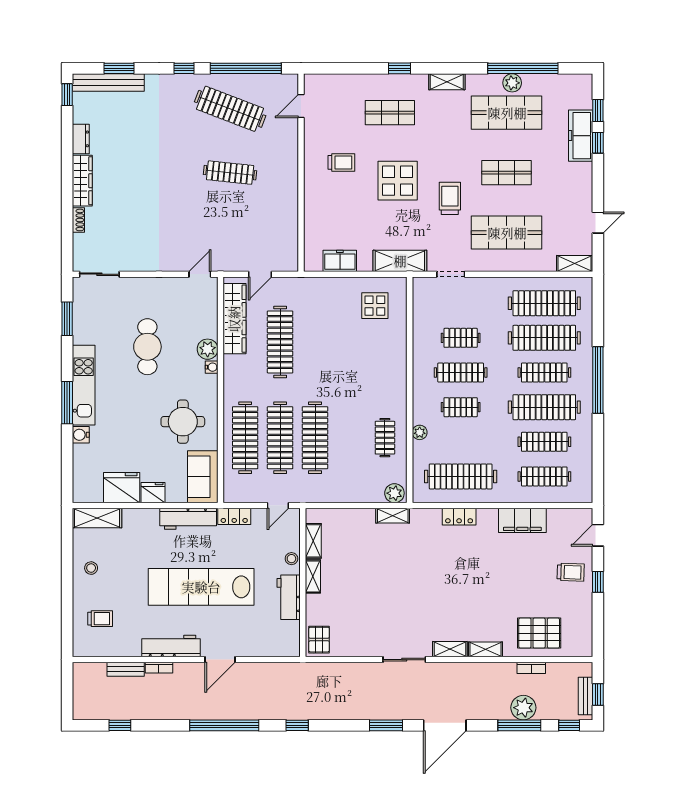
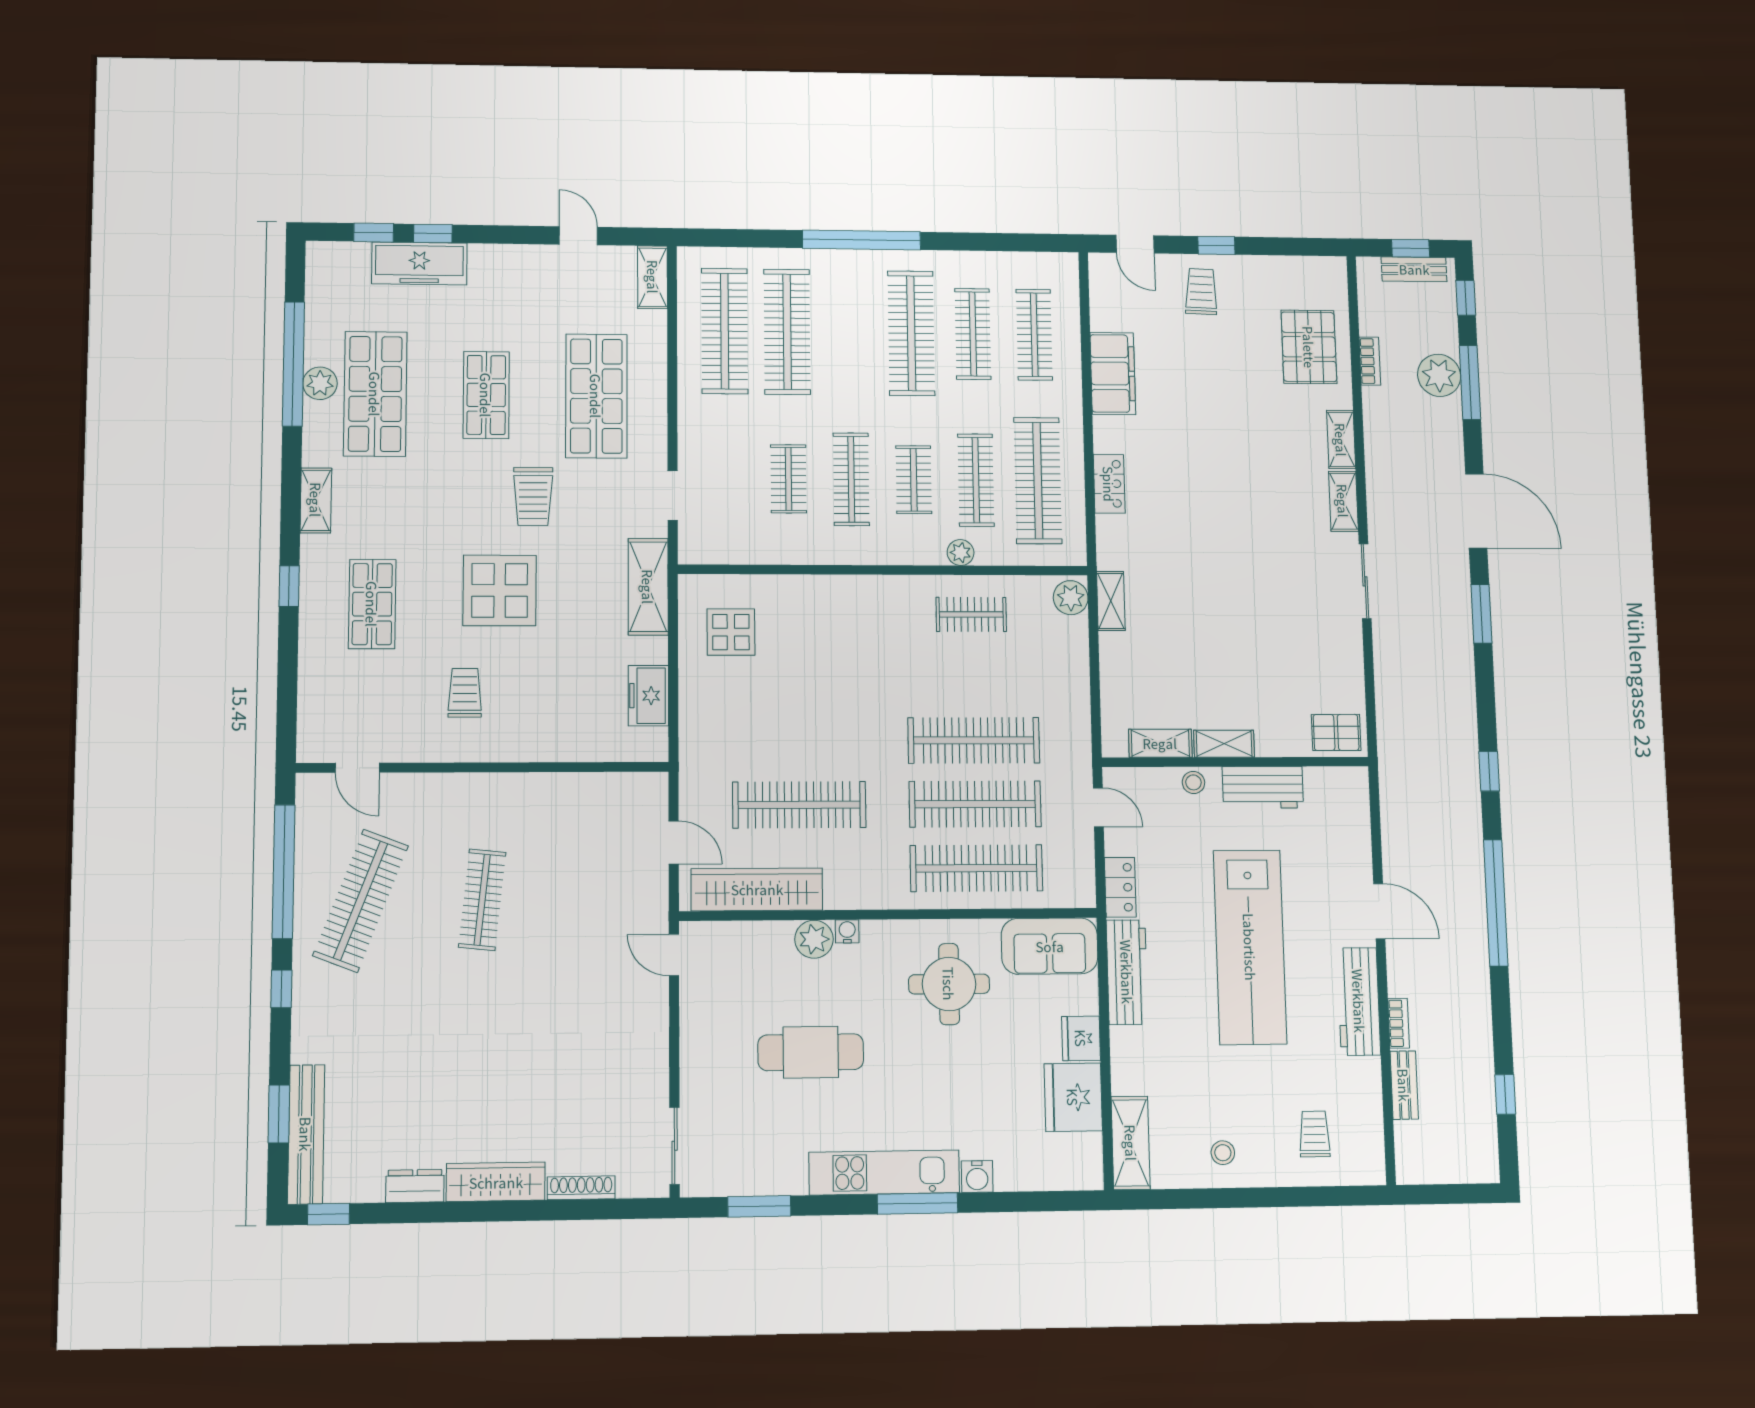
trolley: (450, 198) -> (533, 496), turned -90
shoe rack: (78, 220) -> (581, 1188), width x1.43
clothes rail: (544, 373) -> (976, 480), moved

